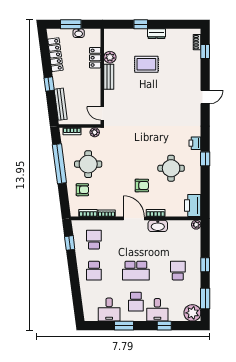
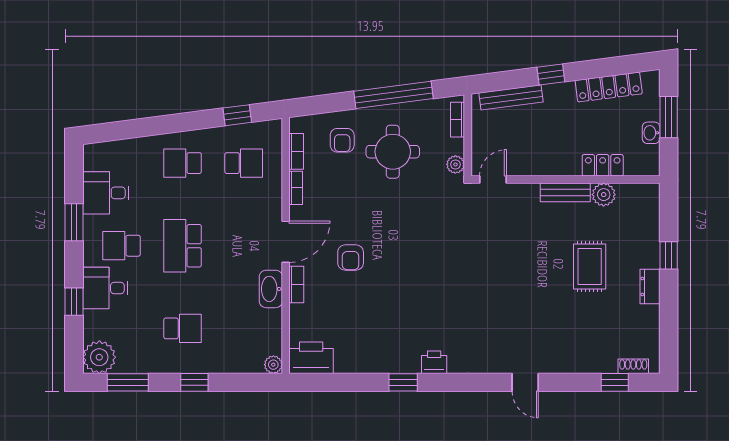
round table: (171, 168) -> (385, 315), removed

